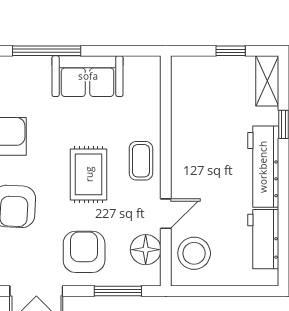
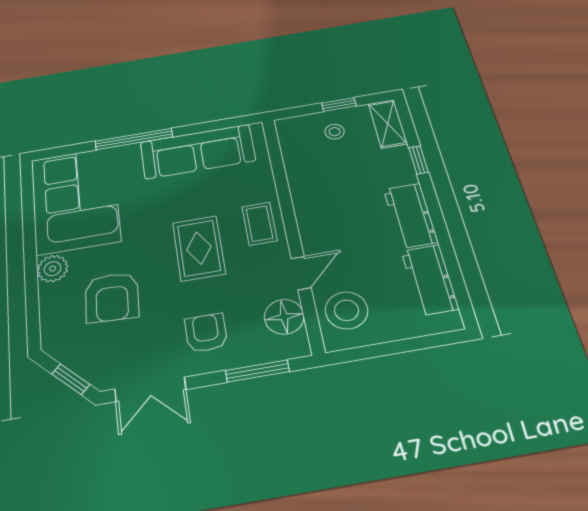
sofa: (88, 76) -> (198, 151), width x1.36
stool: (221, 80) -> (335, 132), added
workbench: (263, 167) -> (410, 215), width x0.73
armchair: (84, 252) -> (206, 333), width x0.72, depth x0.72

